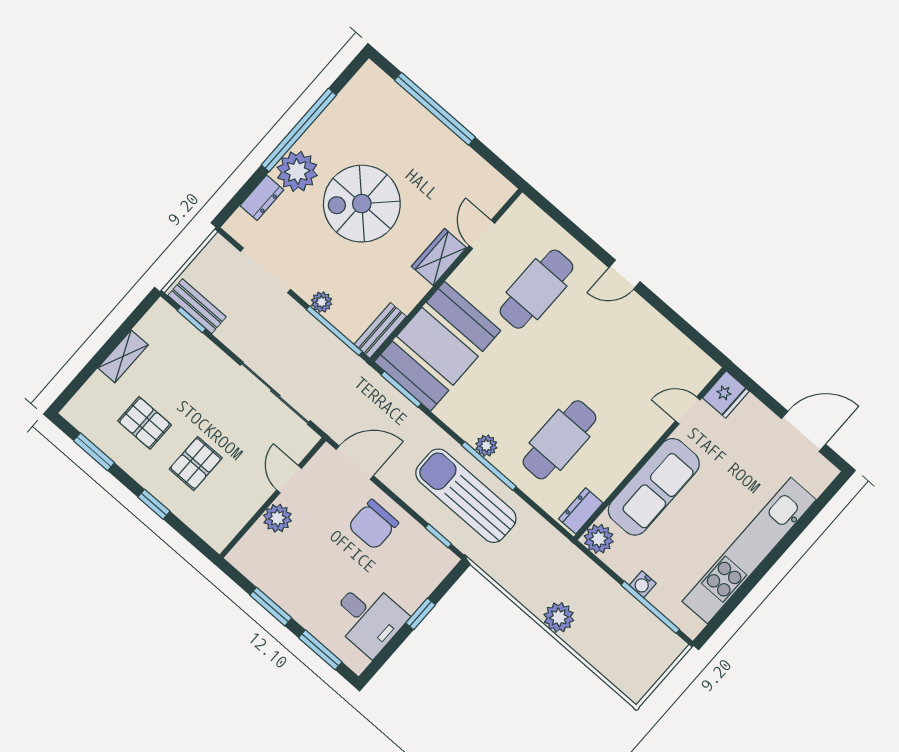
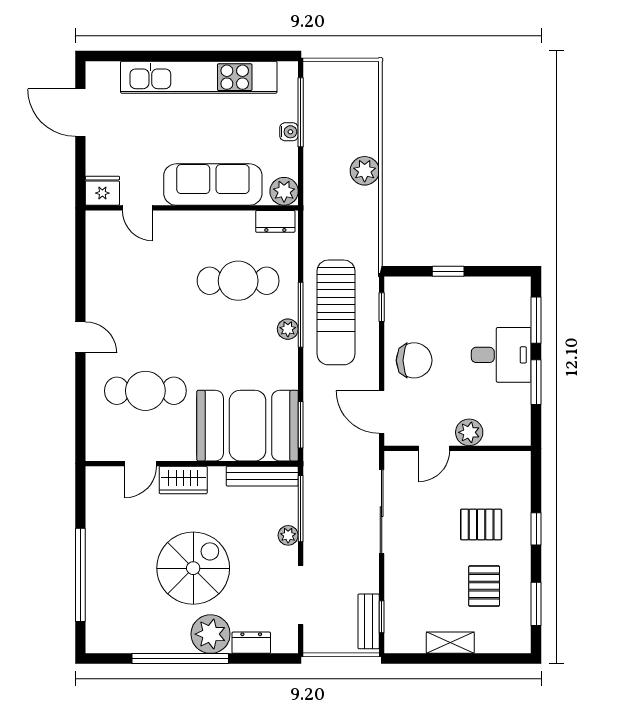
spiral stairs: (362, 204) -> (193, 568), turned -90
bench: (380, 330) -> (262, 476), width x1.36
desk: (368, 618) -> (501, 355), moved, turned 90

